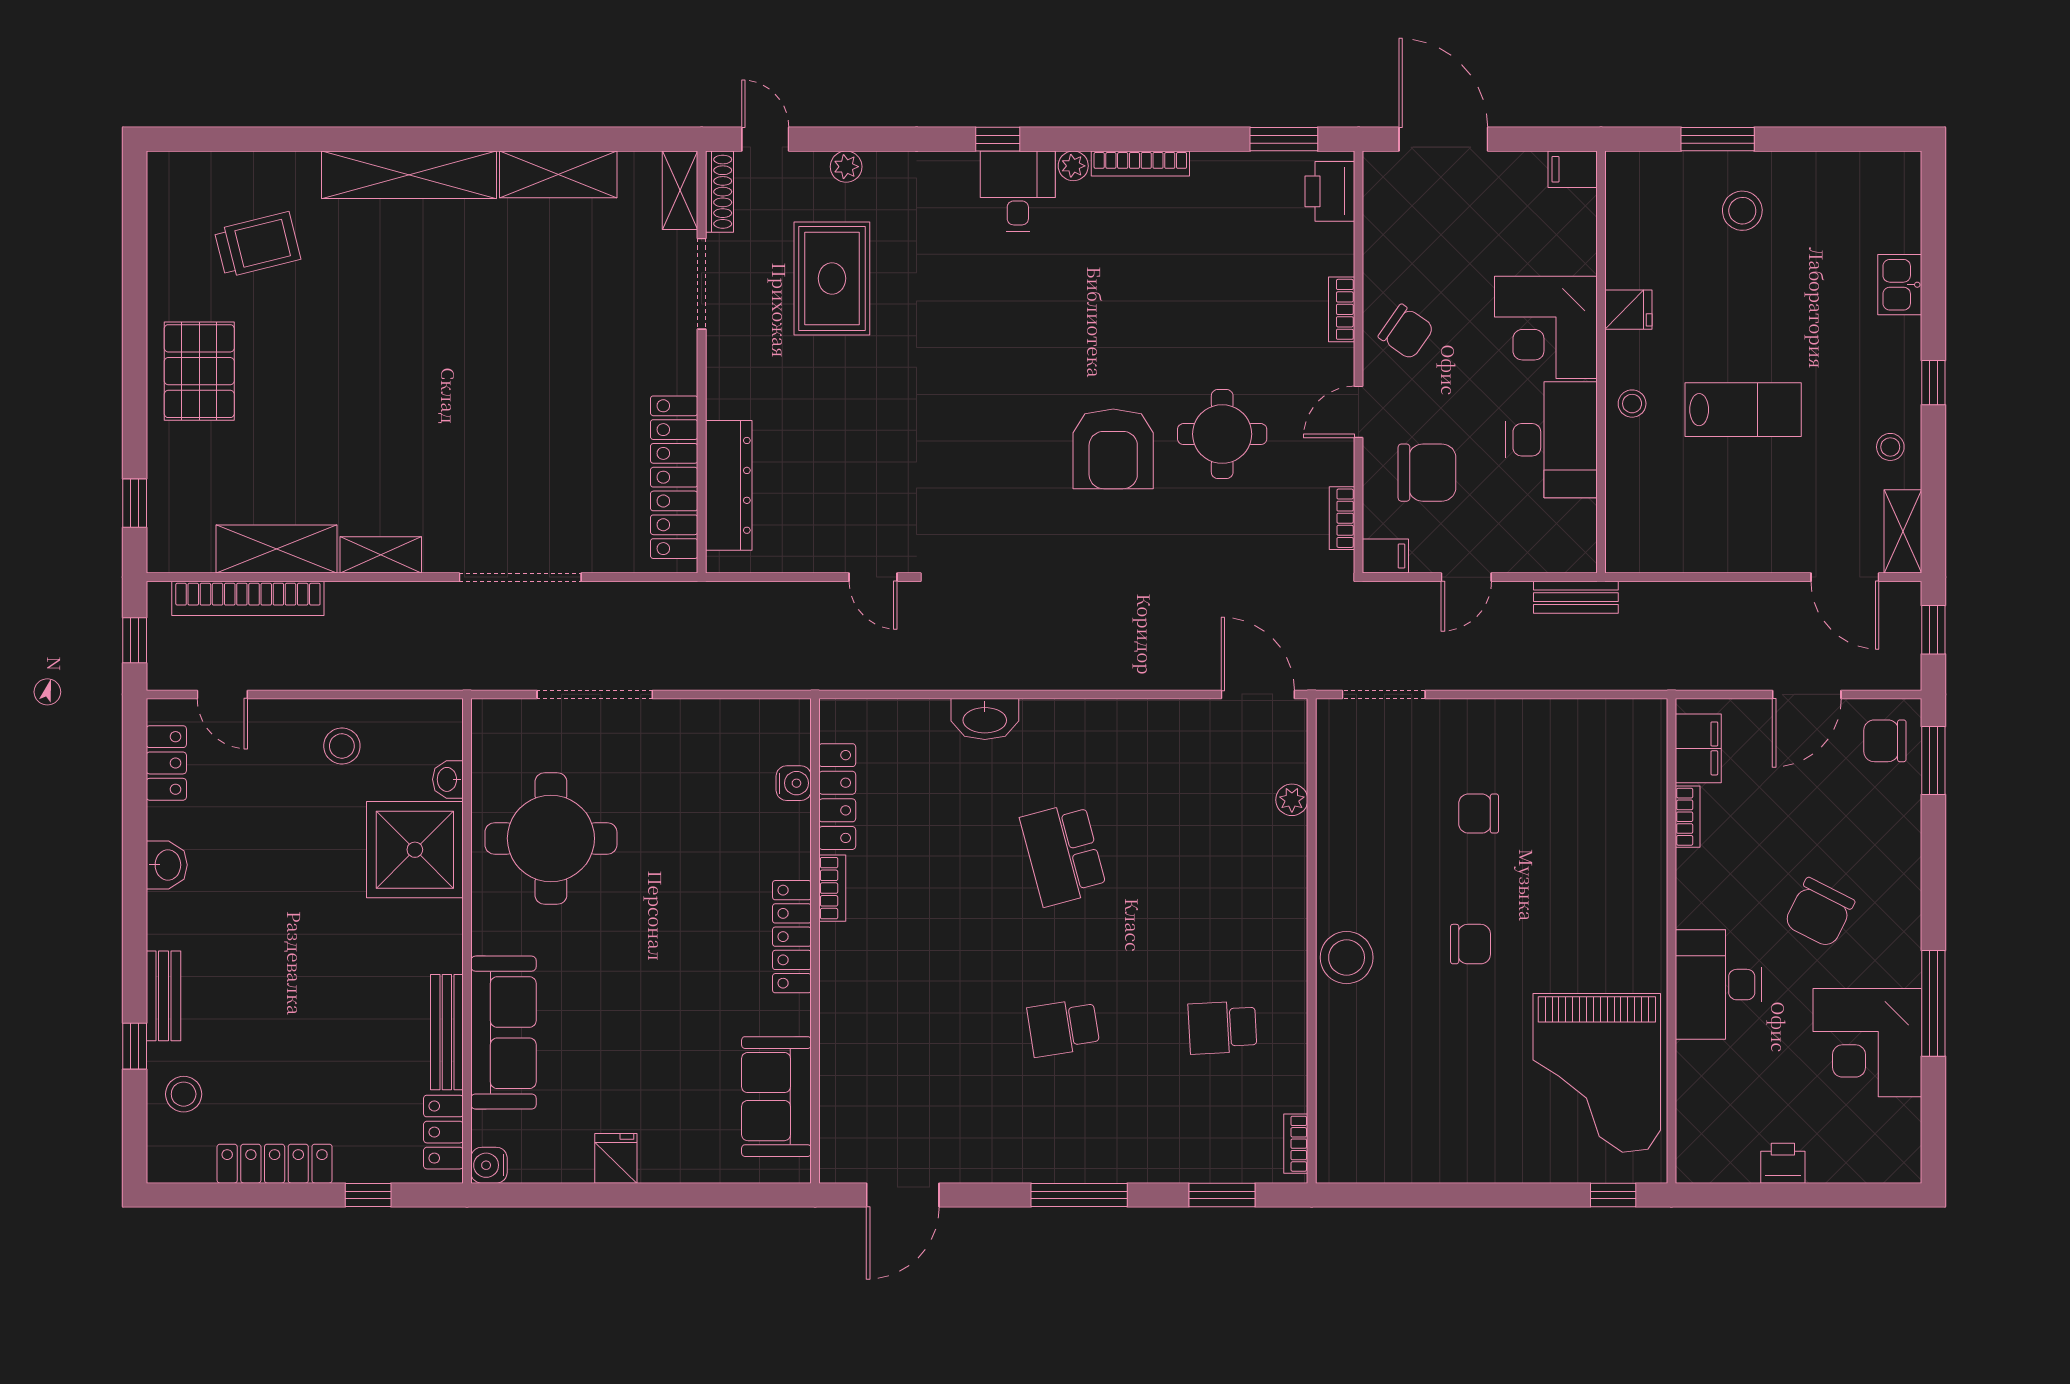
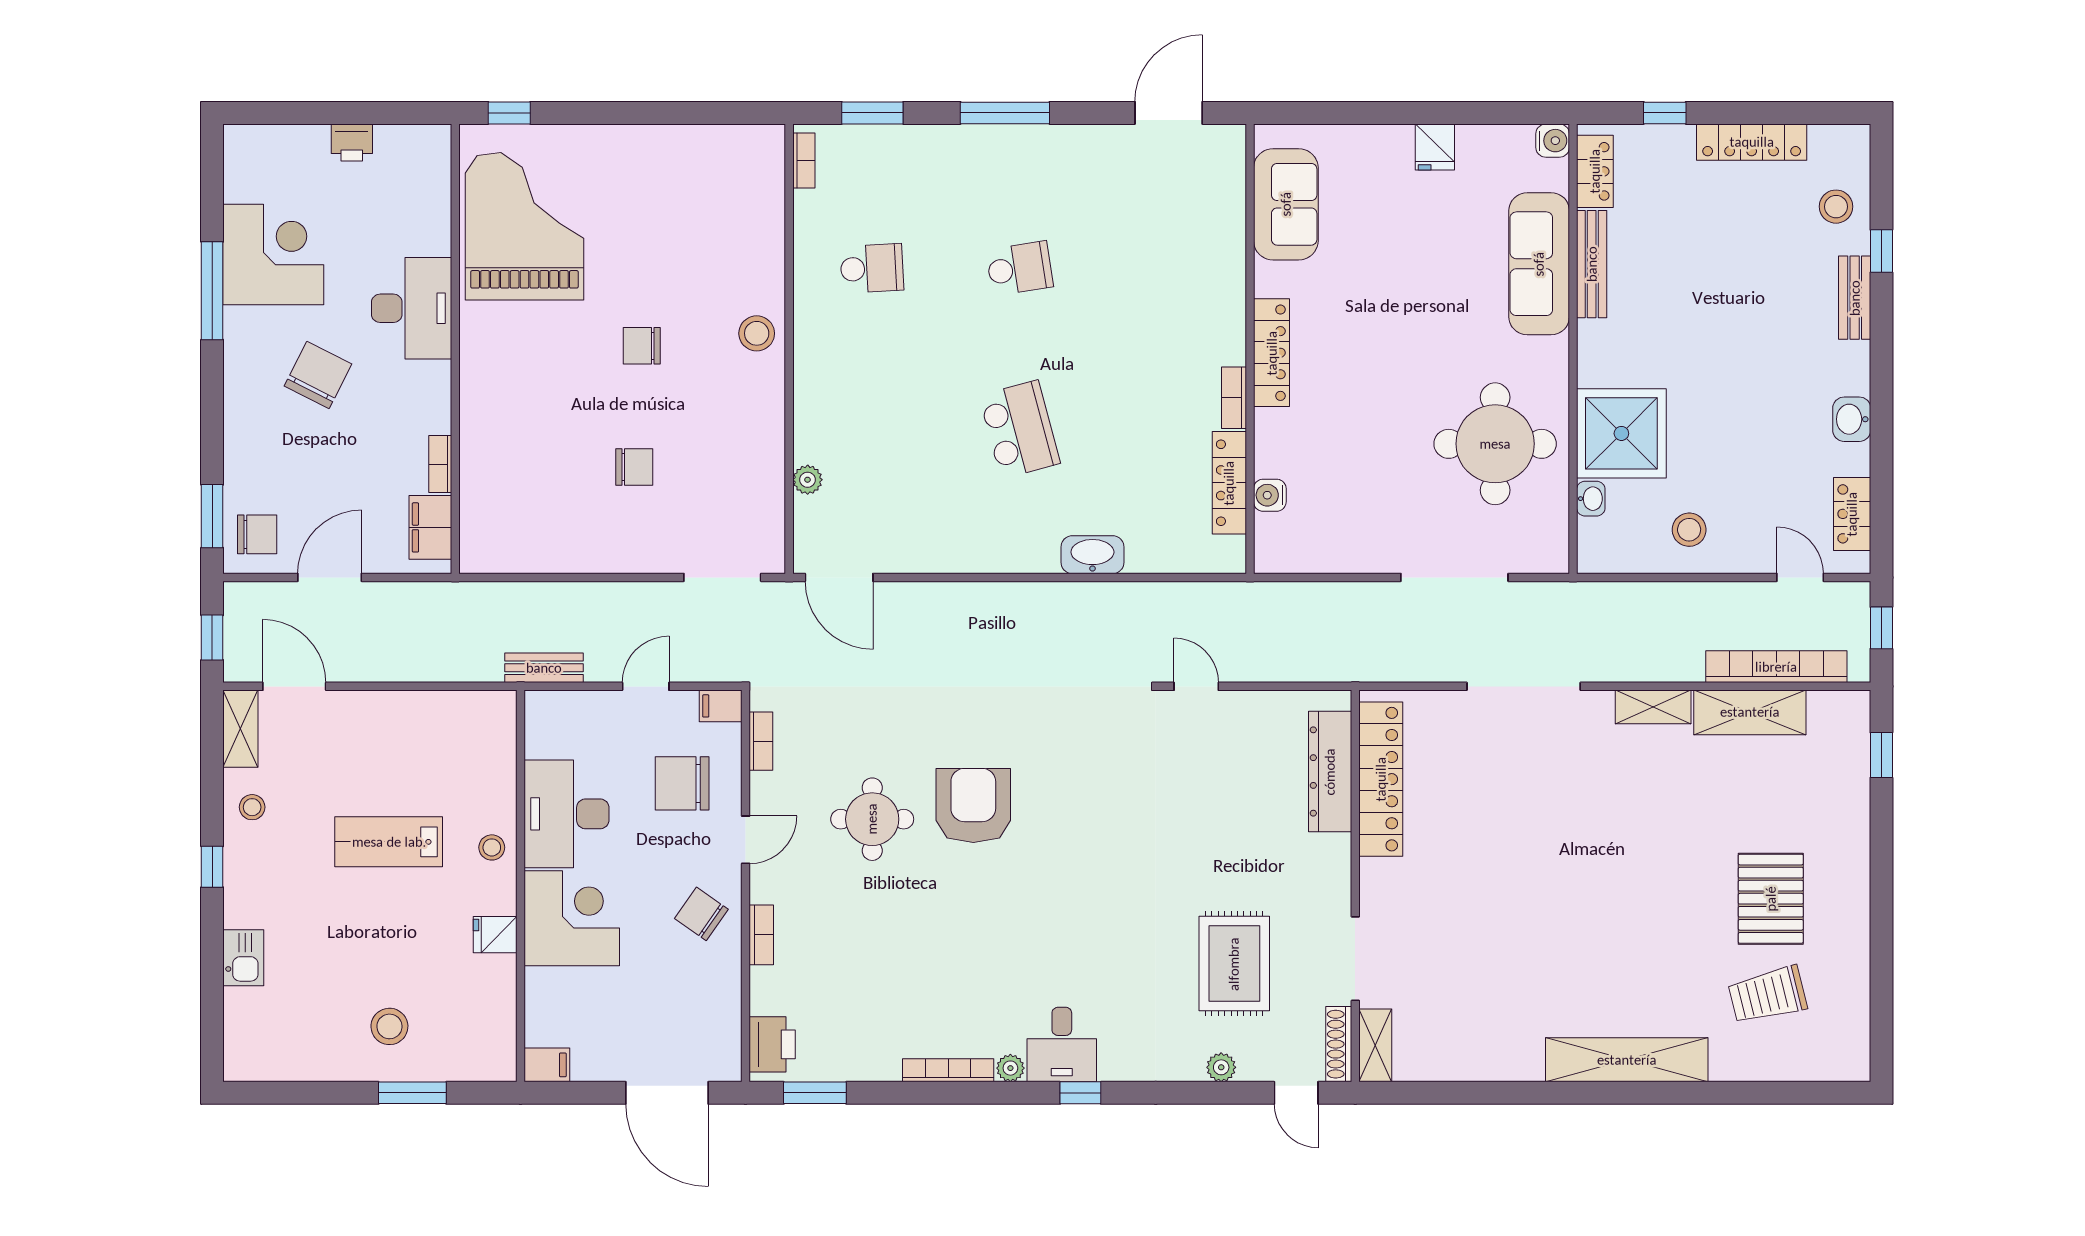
shelving: (558, 174) -> (1488, 1060), removed
pallet: (199, 371) -> (1771, 899), moved
stool: (1347, 958) -> (757, 333), width x0.73, depth x0.73

